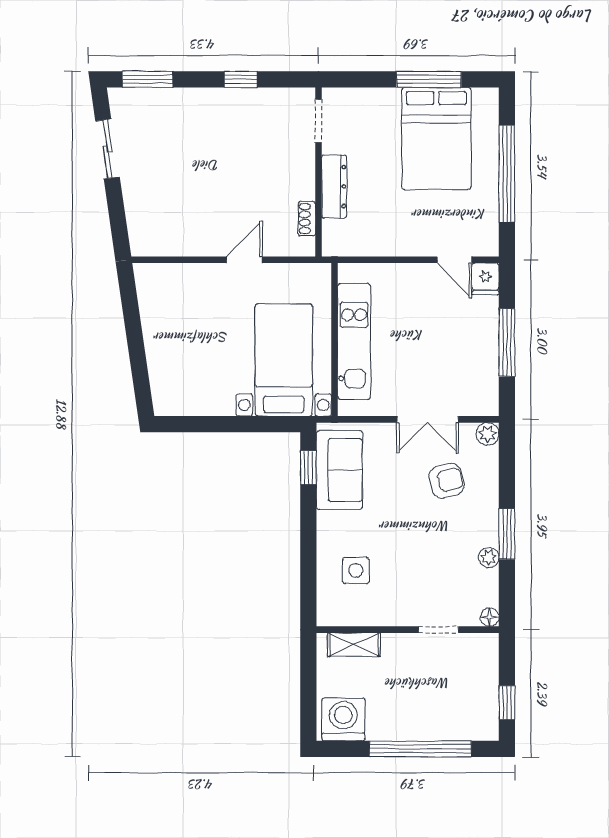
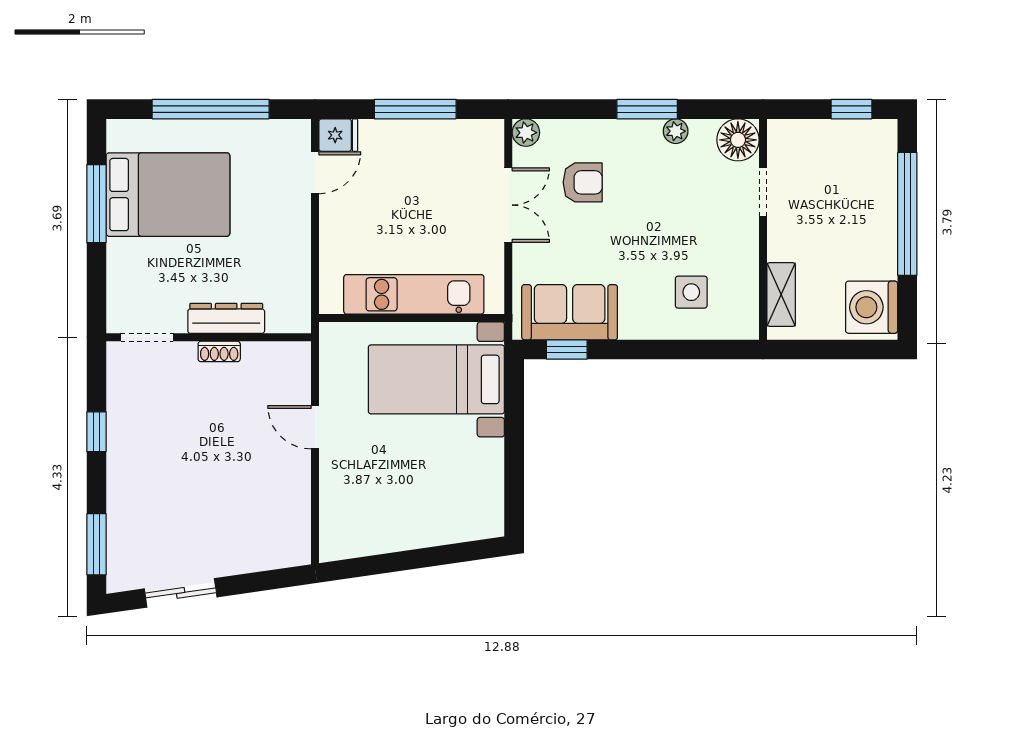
shoe rack: (307, 219) -> (219, 351), moved
armchair: (446, 481) -> (583, 182), turned 104
floor lamp: (490, 617) -> (738, 140), width x1.89, depth x1.89

